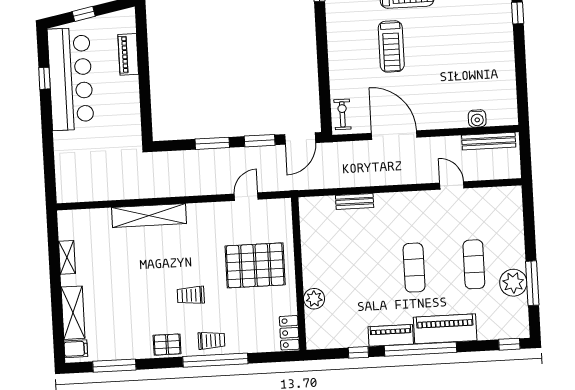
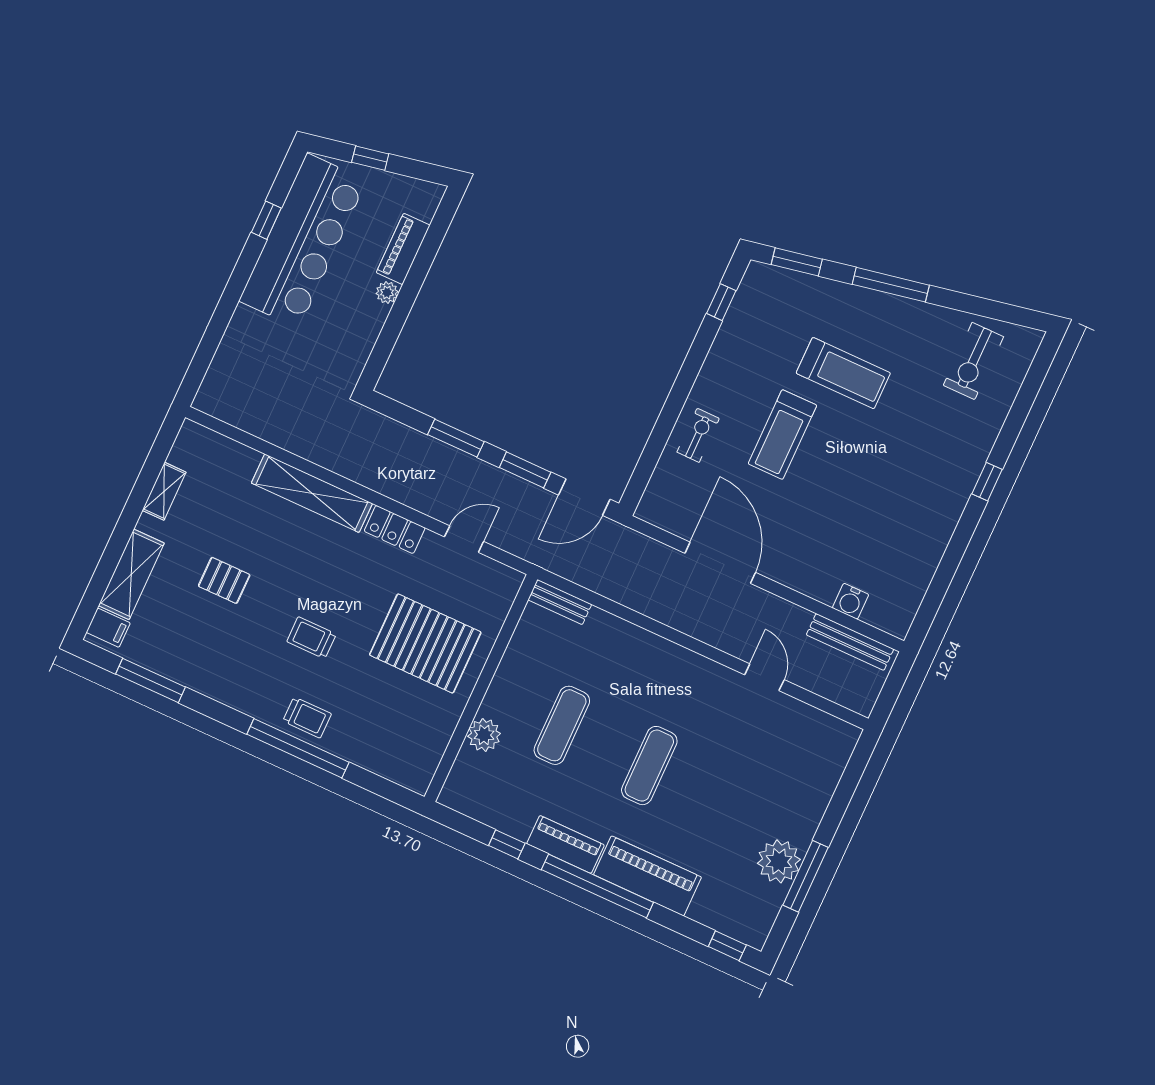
plant: (132, 83) -> (387, 292), added
exercise bike: (342, 114) -> (698, 435), moved
bench: (355, 201) -> (560, 602), moved
exercise mat: (474, 264) -> (562, 725), moved
locker: (289, 333) -> (395, 529), moved, turned -90
pallet: (167, 345) -> (224, 580), moved

